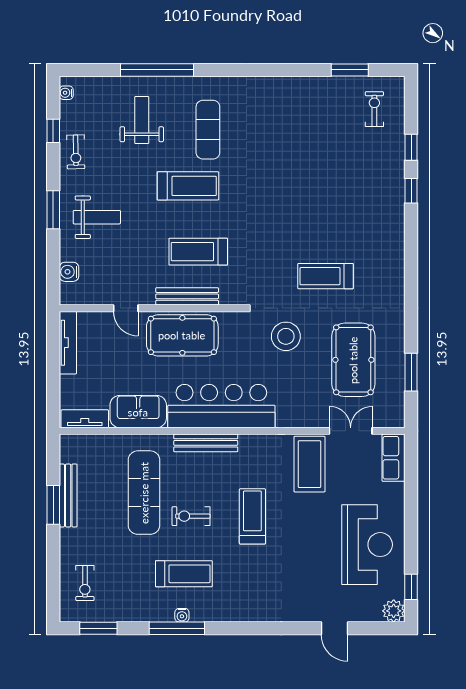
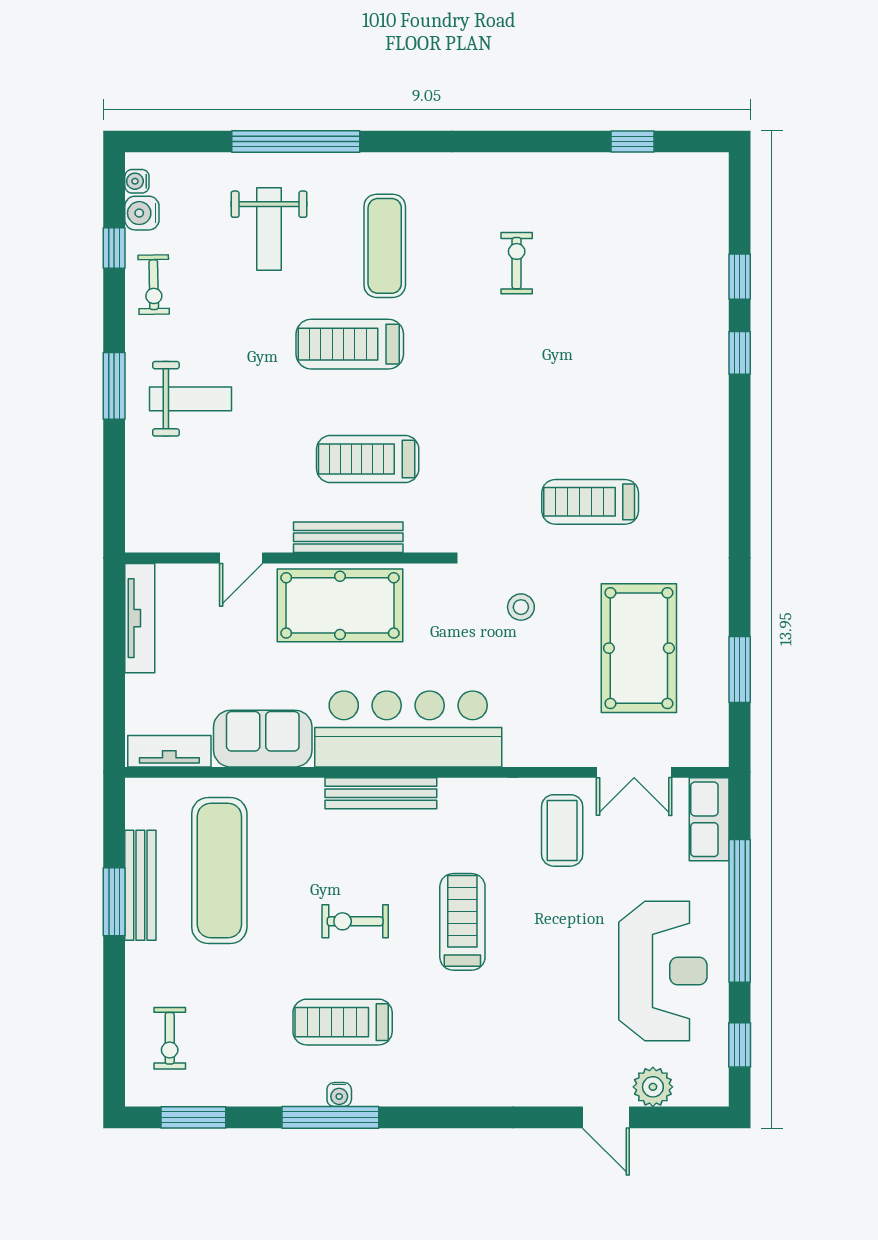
window: (350, 70) -> (632, 141), width x0.67
exercise bike: (374, 109) -> (517, 263), moved
weight bench: (142, 120) -> (269, 229), turned 180
treadmill: (188, 186) -> (350, 344), turned 180
water cooler: (69, 272) -> (142, 213), moved
door: (126, 308) -> (241, 558), hinge flipped
stool: (286, 336) -> (521, 607), width x0.53, depth x0.53
double door: (351, 431) -> (634, 772), swing flipped
coffee table: (309, 464) -> (562, 830), width x0.73, depth x0.76
exercise mat: (144, 493) -> (219, 870), moved
window: (411, 510) -> (740, 911), added
treadmill: (184, 574) -> (343, 1022), turned 180
plant: (394, 611) -> (653, 1087), moved

